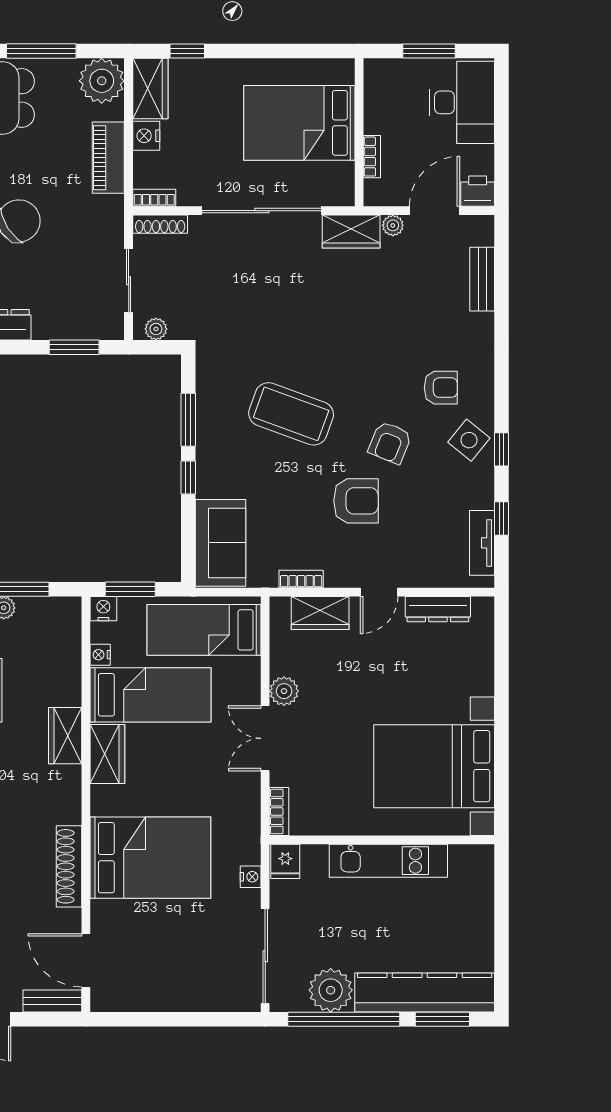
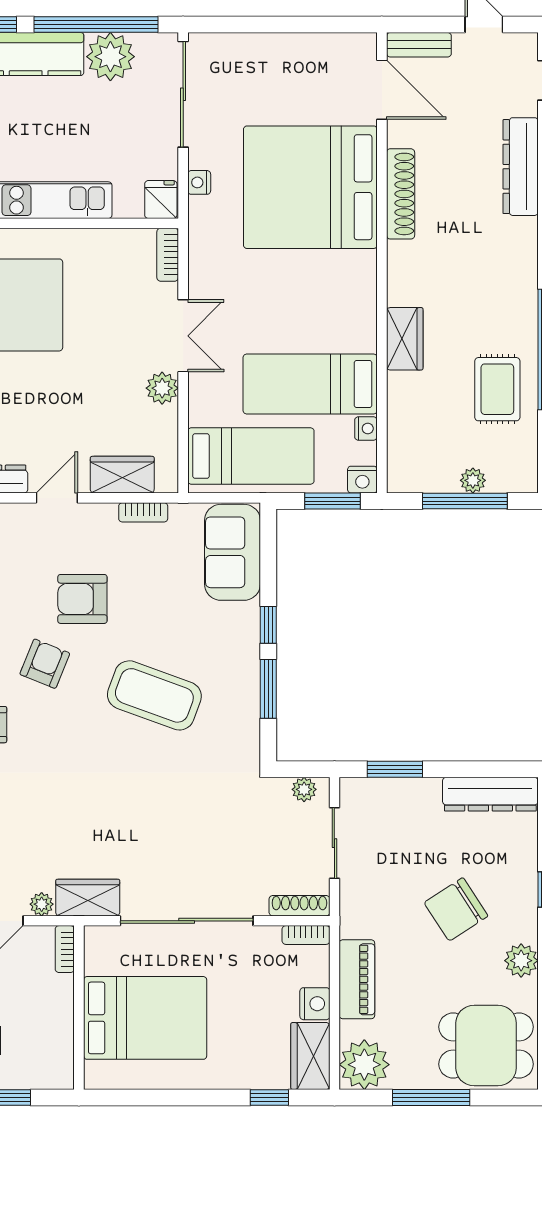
bookcase: (372, 157) -> (65, 949), moved
wardrobe: (107, 754) -> (358, 318), removed
bed: (150, 858) -> (310, 187), width x1.36

